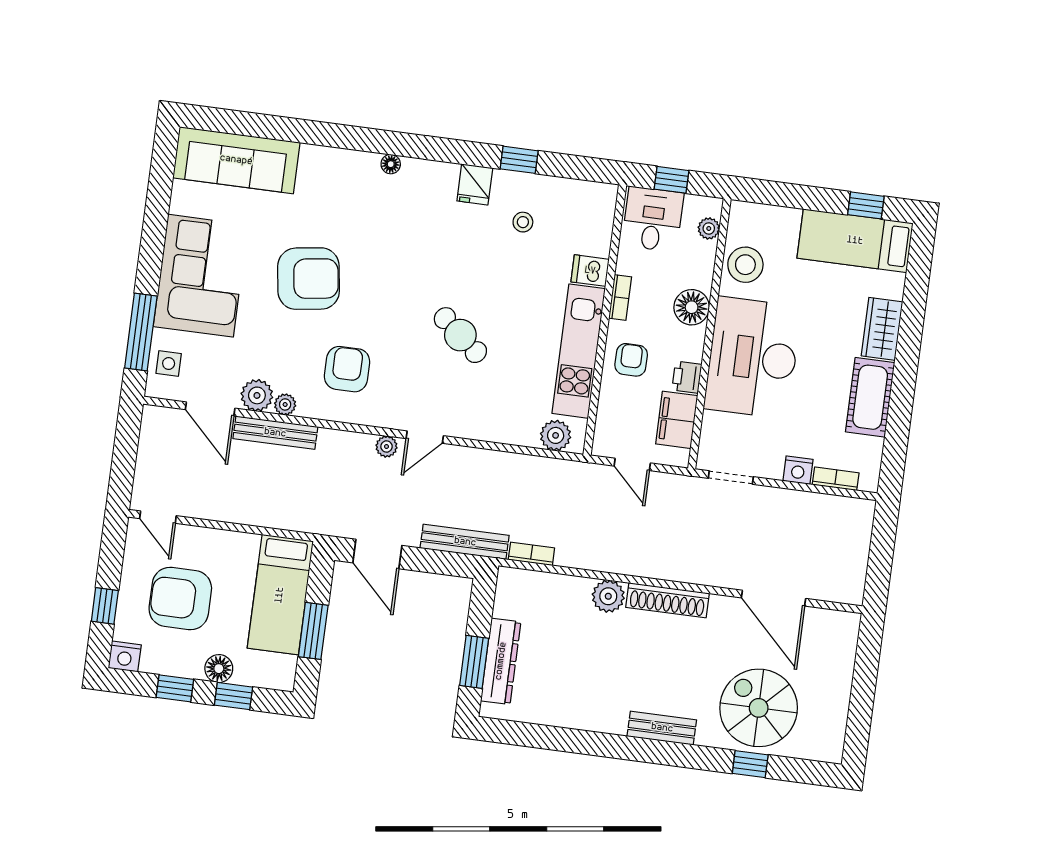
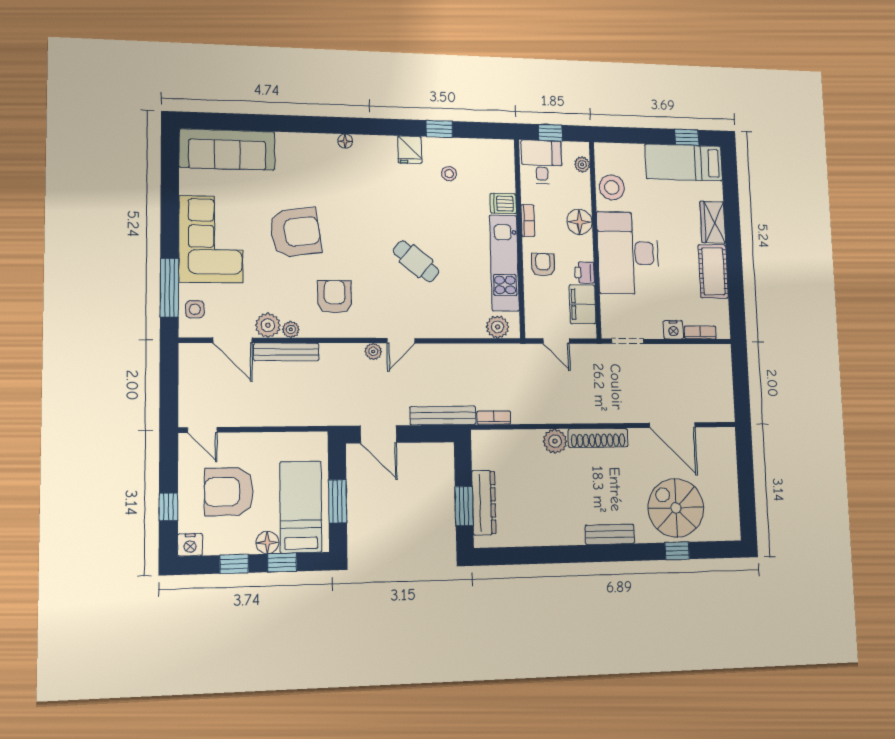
bed: (280, 595) -> (301, 507), moved, turned 180

